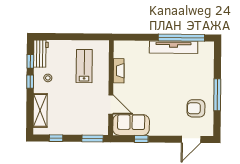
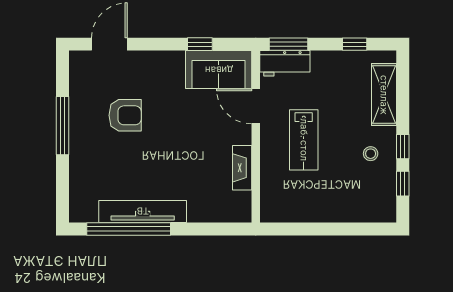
workbench: (41, 54) -> (285, 63), moved, turned -90
lab bench: (84, 66) -> (304, 140), moved
armchair: (196, 108) -> (125, 115), moved

